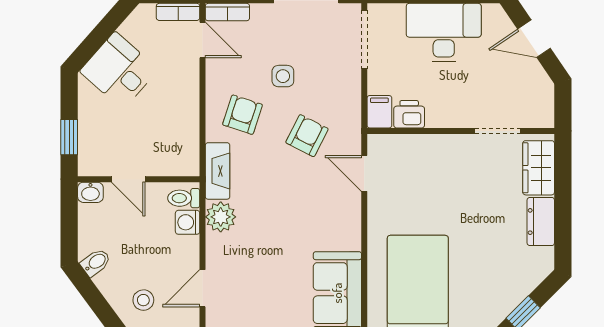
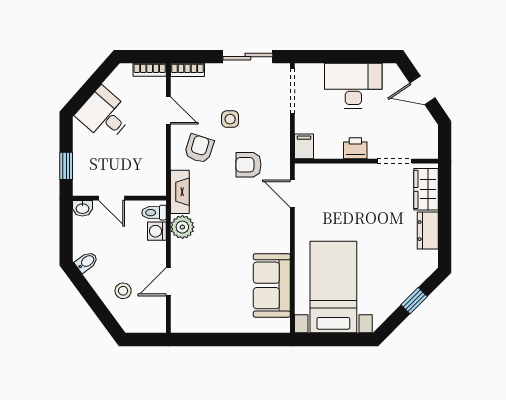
door: (203, 40) -> (168, 110), moved
printer: (409, 114) -> (355, 148), moved
armchair: (307, 136) -> (248, 165), turned -117

